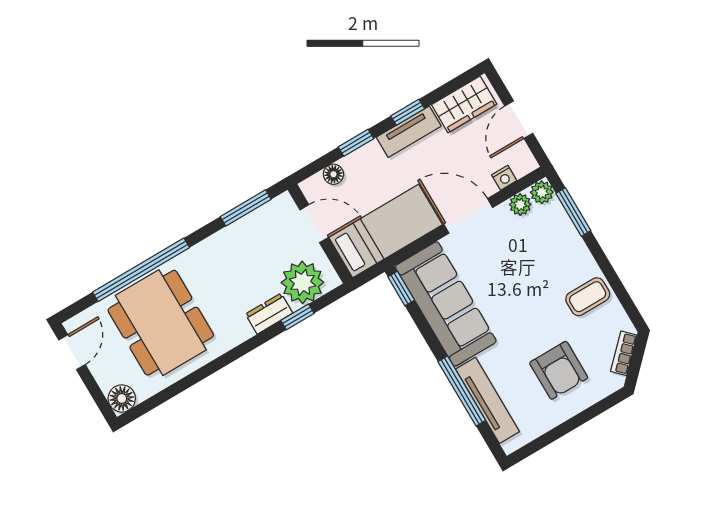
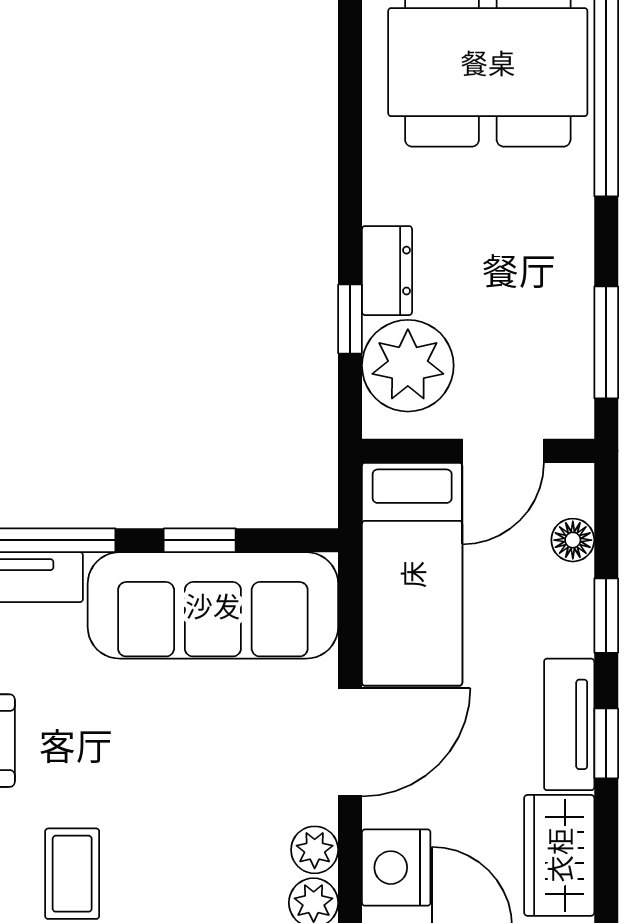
nightstand: (504, 178) -> (396, 868), width x1.89, depth x1.79
window: (401, 289) -> (200, 540), moved

